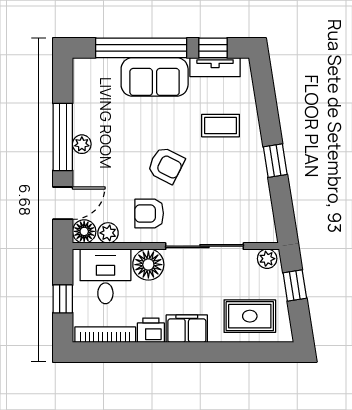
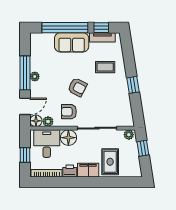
rug: (250, 316) -> (110, 162), moved, turned 90

